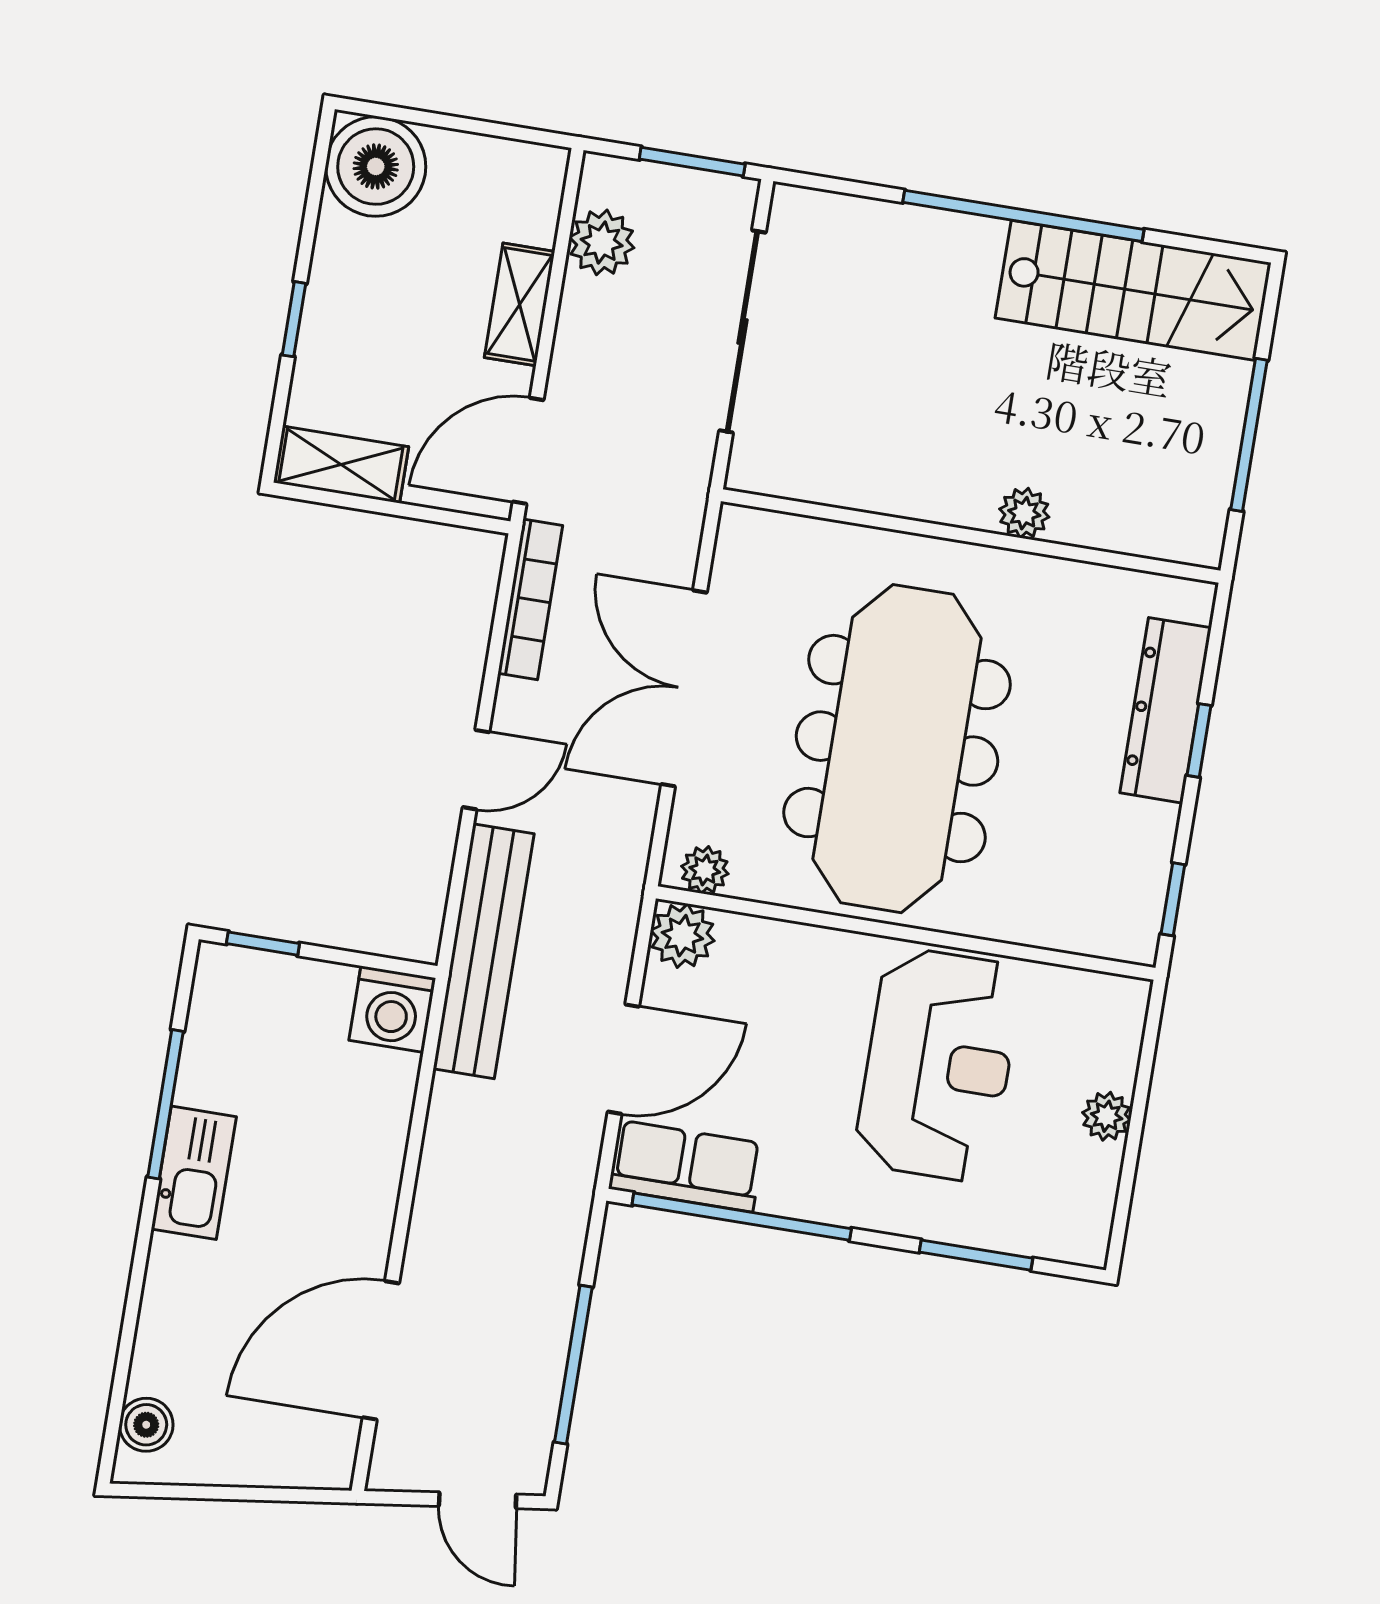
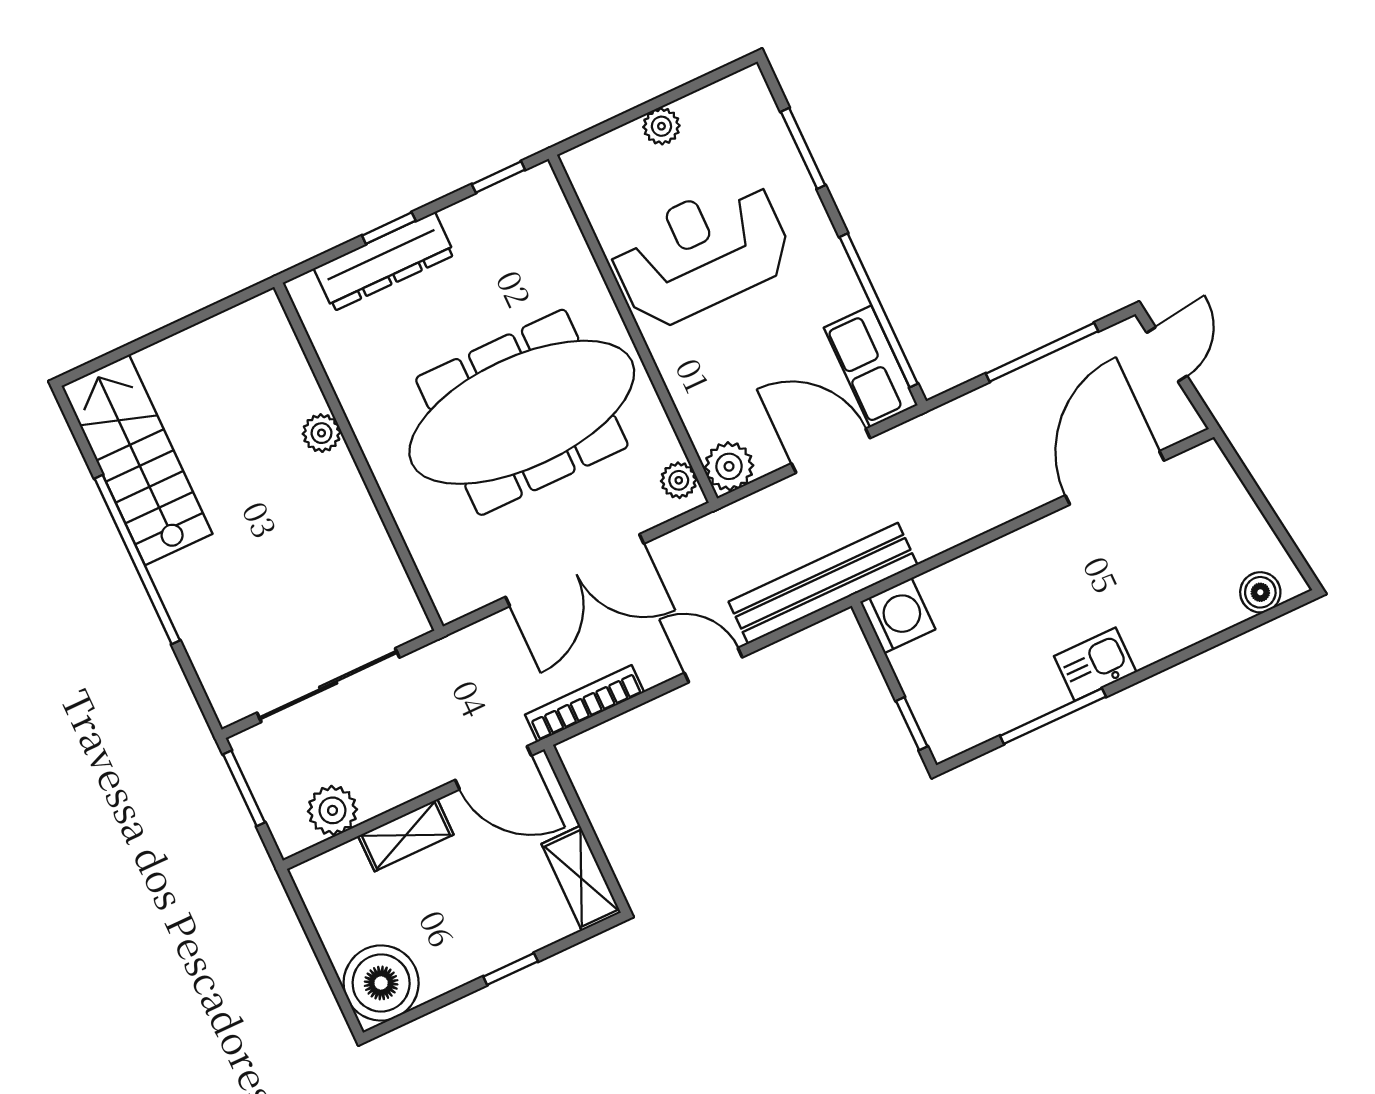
window: (1249, 435) -> (178, 327), removed
kitchen sink: (194, 1173) -> (1095, 664), width x0.73
door: (381, 1350) -> (1115, 478), swing flipped

